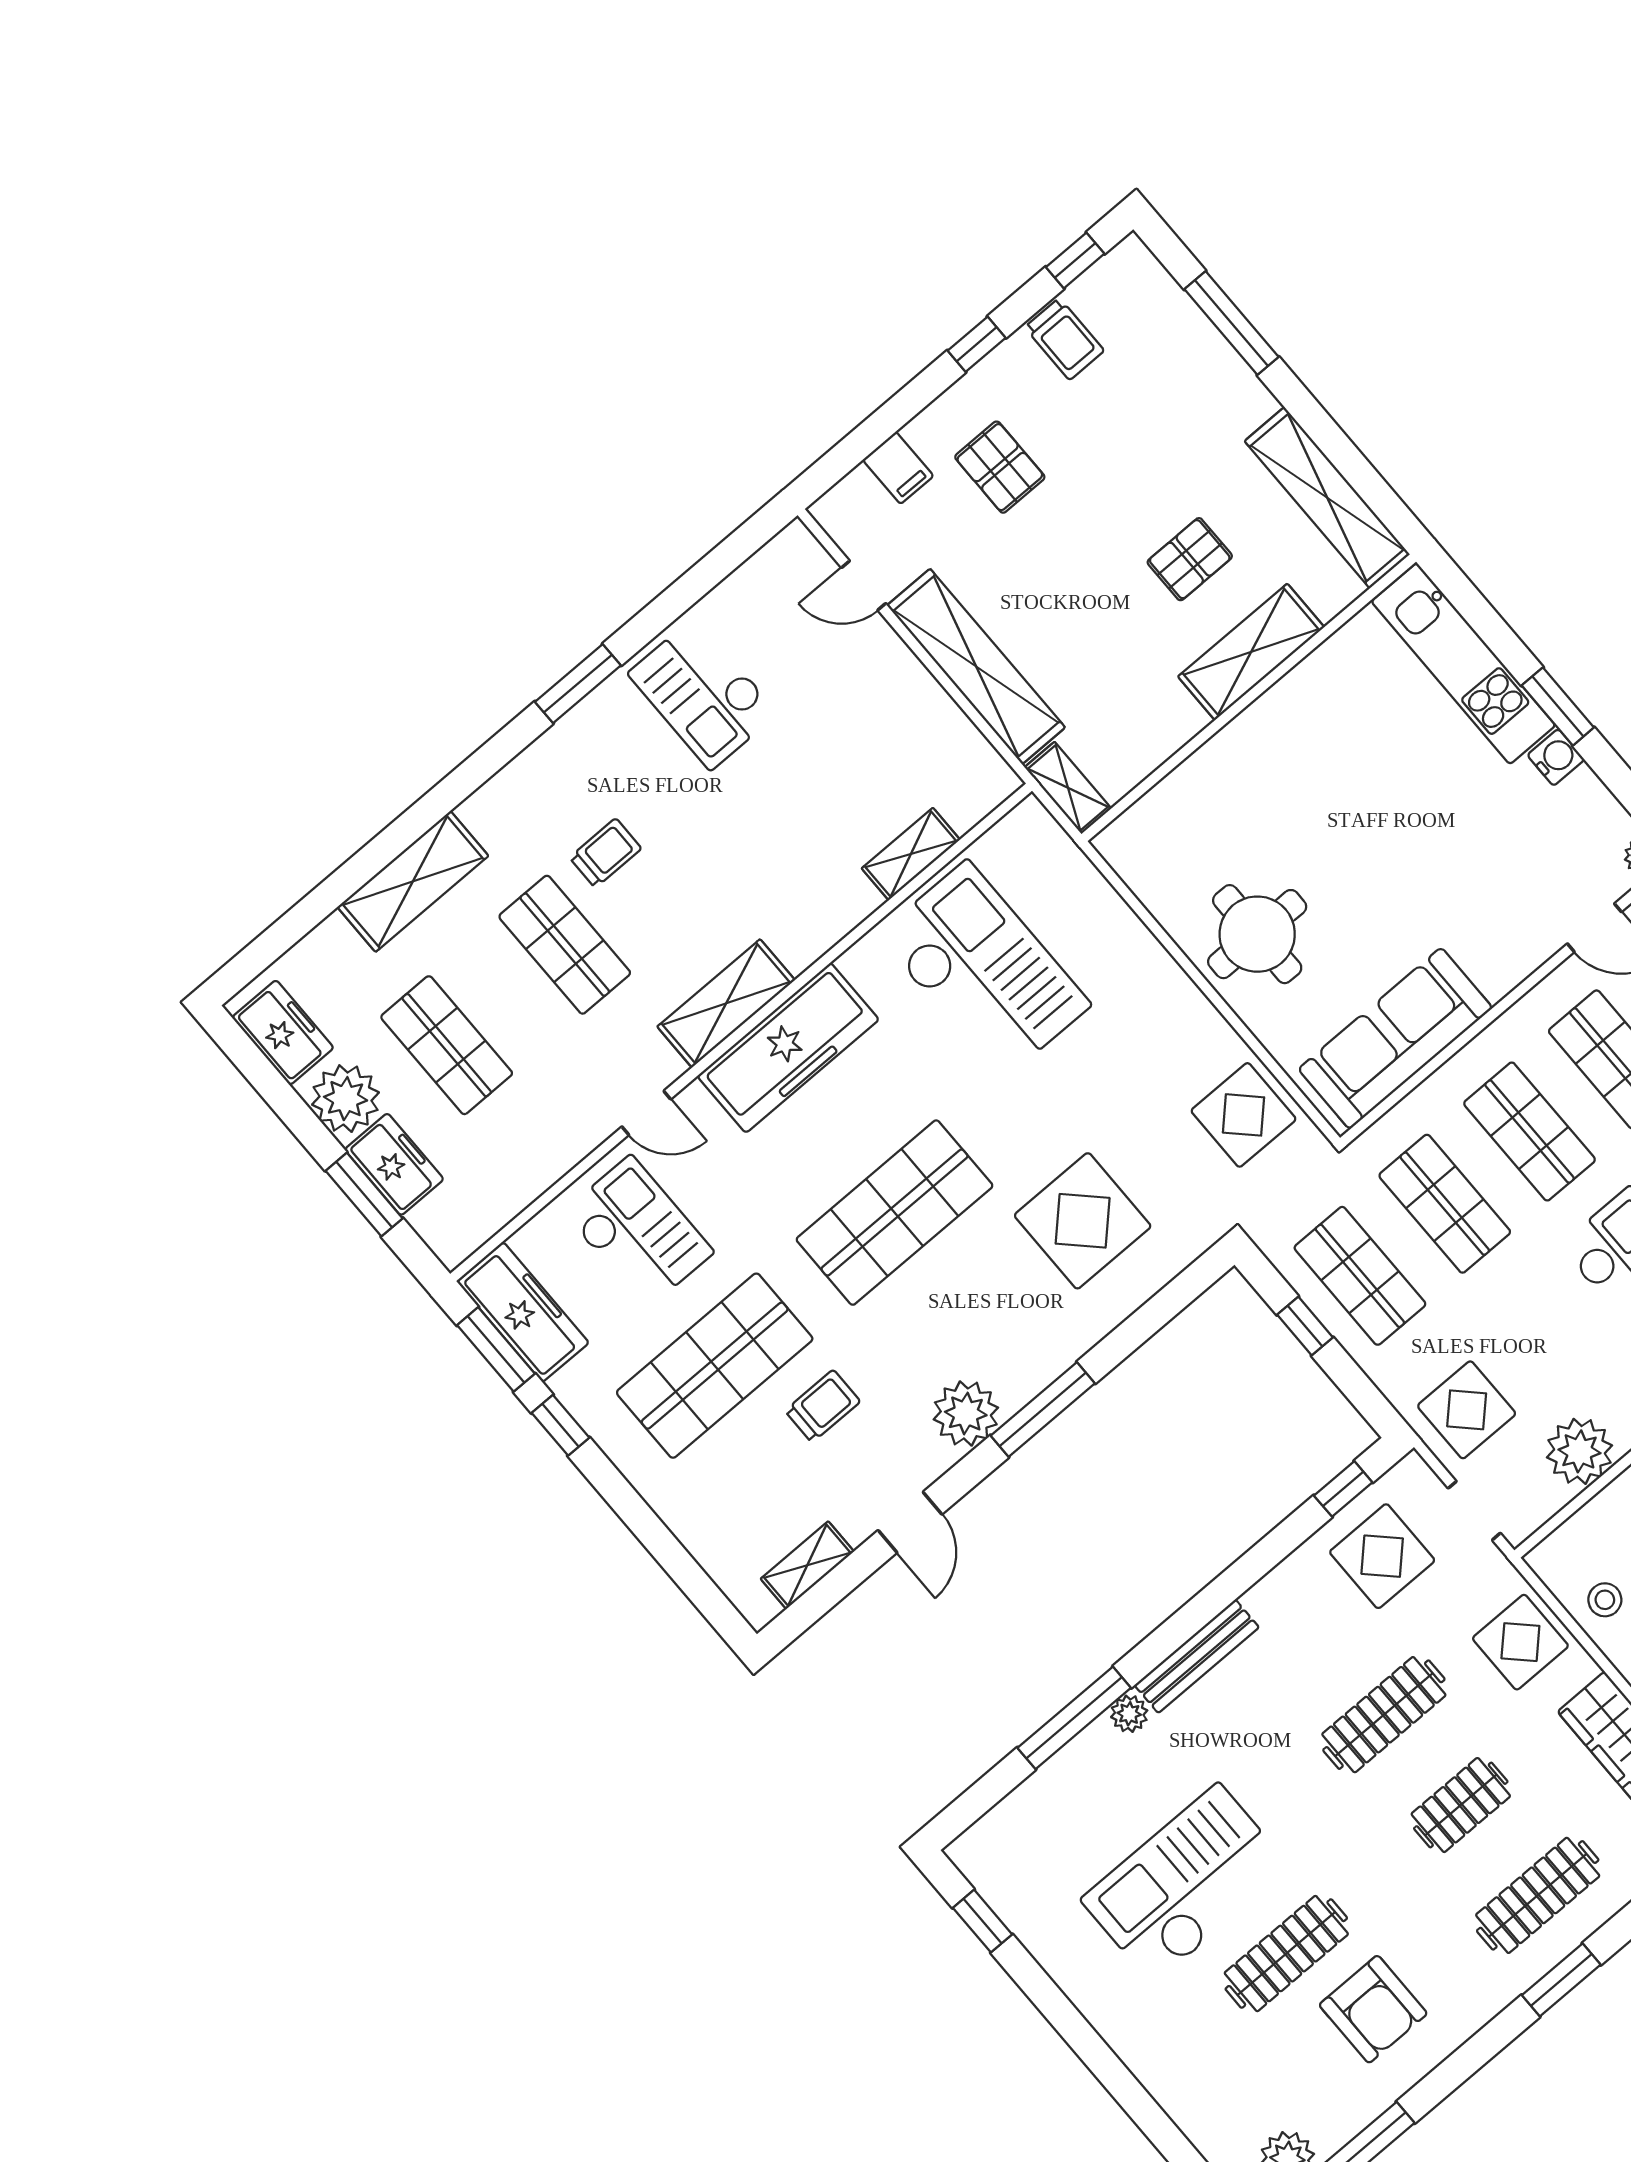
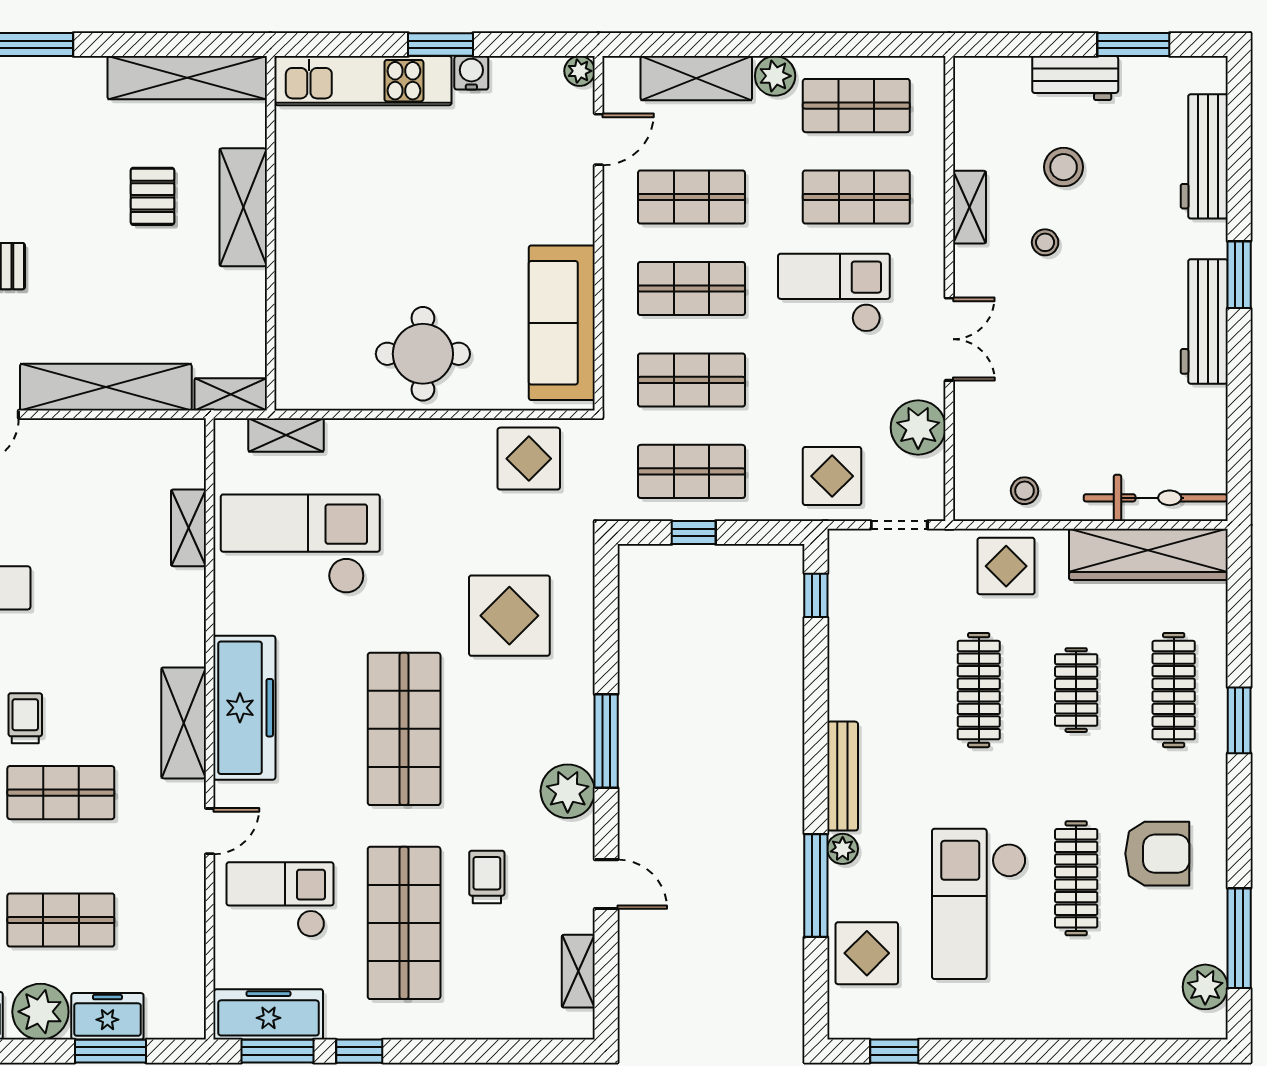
shelving: (1074, 871) -> (286, 435), added
display table: (1382, 1556) -> (867, 953), moved

